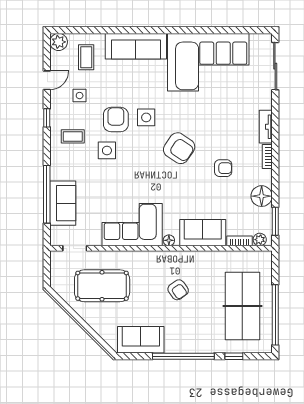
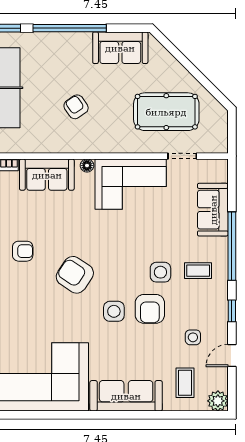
coffee table: (73, 136) -> (198, 271), moved
armchair: (223, 168) -> (23, 251), turned 180
window: (47, 194) -> (232, 246), moved
doorway: (75, 248) -> (182, 156), moved

